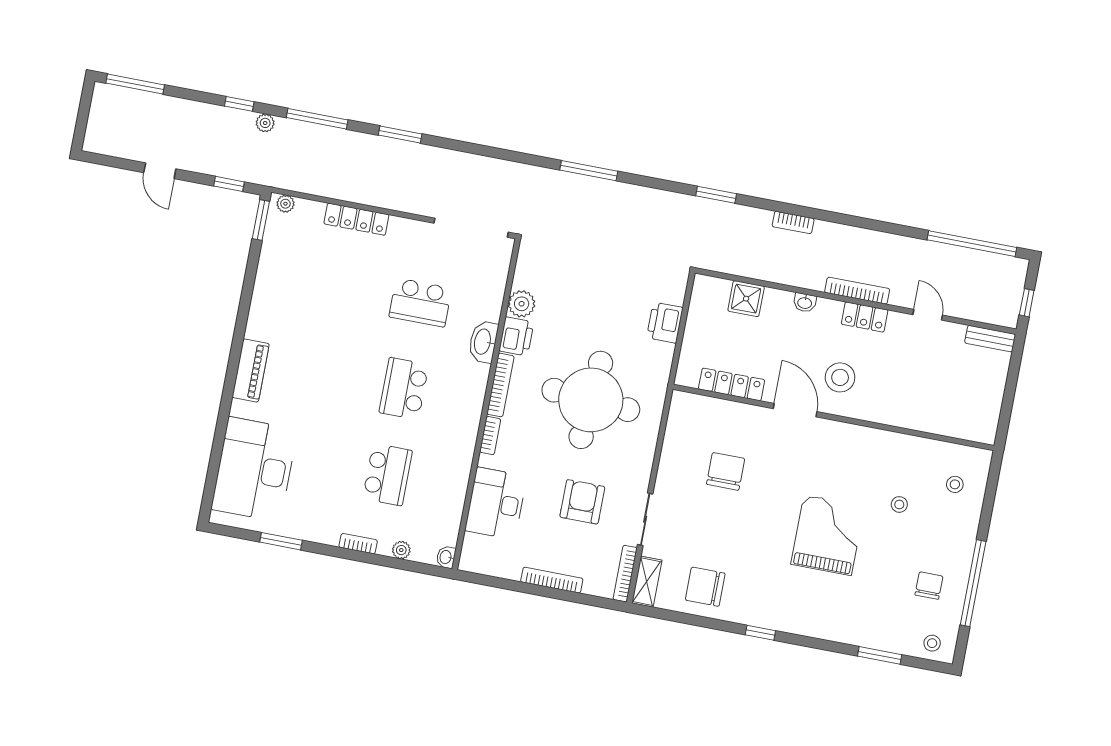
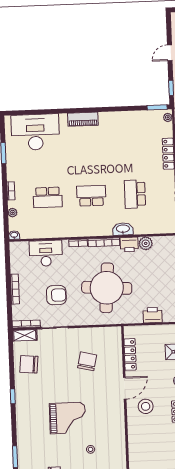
chair: (726, 471) -> (87, 361), turned -77
chair: (705, 587) -> (29, 364), turned -85

